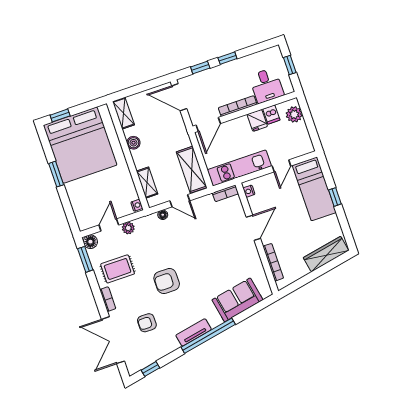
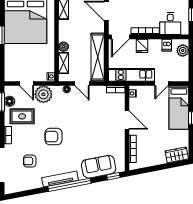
fridge: (257, 120) -> (142, 46), moved
boiler: (133, 143) -> (63, 47), moved
shelving: (192, 170) -> (98, 57), width x1.47
door: (109, 225) -> (27, 83), swing flipped
plant: (128, 228) -> (43, 94), width x1.88, depth x1.88
door: (253, 228) -> (127, 120), hinge flipped
floor lamp: (90, 242) -> (10, 101), moved
wardrobe: (326, 254) -> (177, 155), width x0.67
tv unit: (194, 332) -> (60, 179), width x1.41
window: (150, 369) -> (113, 176), moved

